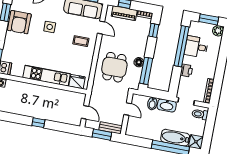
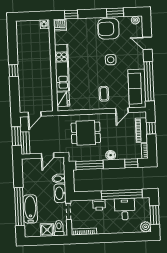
floor lamp: (139, 62) -> (111, 155), moved
shower: (196, 142) -> (47, 230), moved

